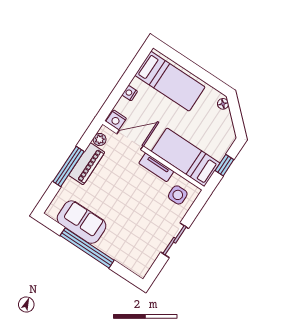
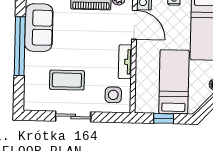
bed: (186, 157) -> (174, 82), moved
coffee table: (141, 226) -> (67, 80), added

